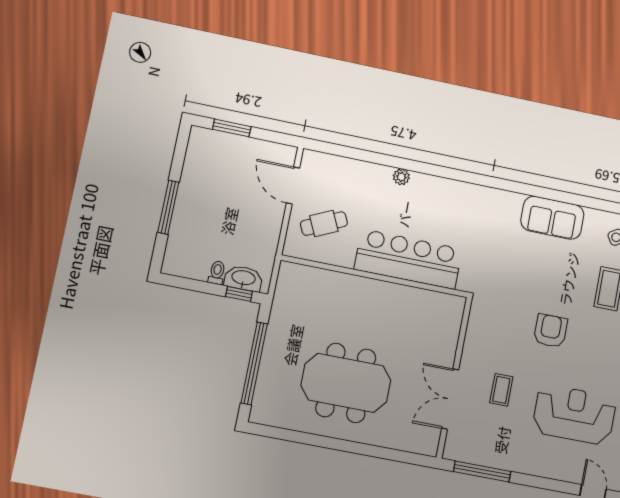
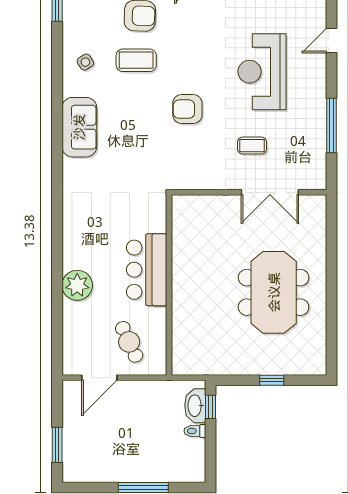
plant: (401, 177) -> (77, 285), width x1.88, depth x1.88
bar counter: (408, 259) -> (147, 270), width x0.73
window: (254, 363) -> (272, 380), width x0.32
window: (482, 471) -> (331, 125), moved

